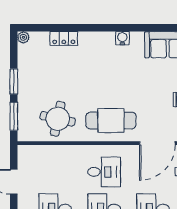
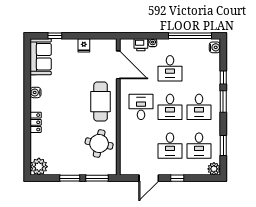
plant: (23, 37) -> (39, 167), width x1.88, depth x1.88
locker: (64, 38) -> (36, 122), moved

